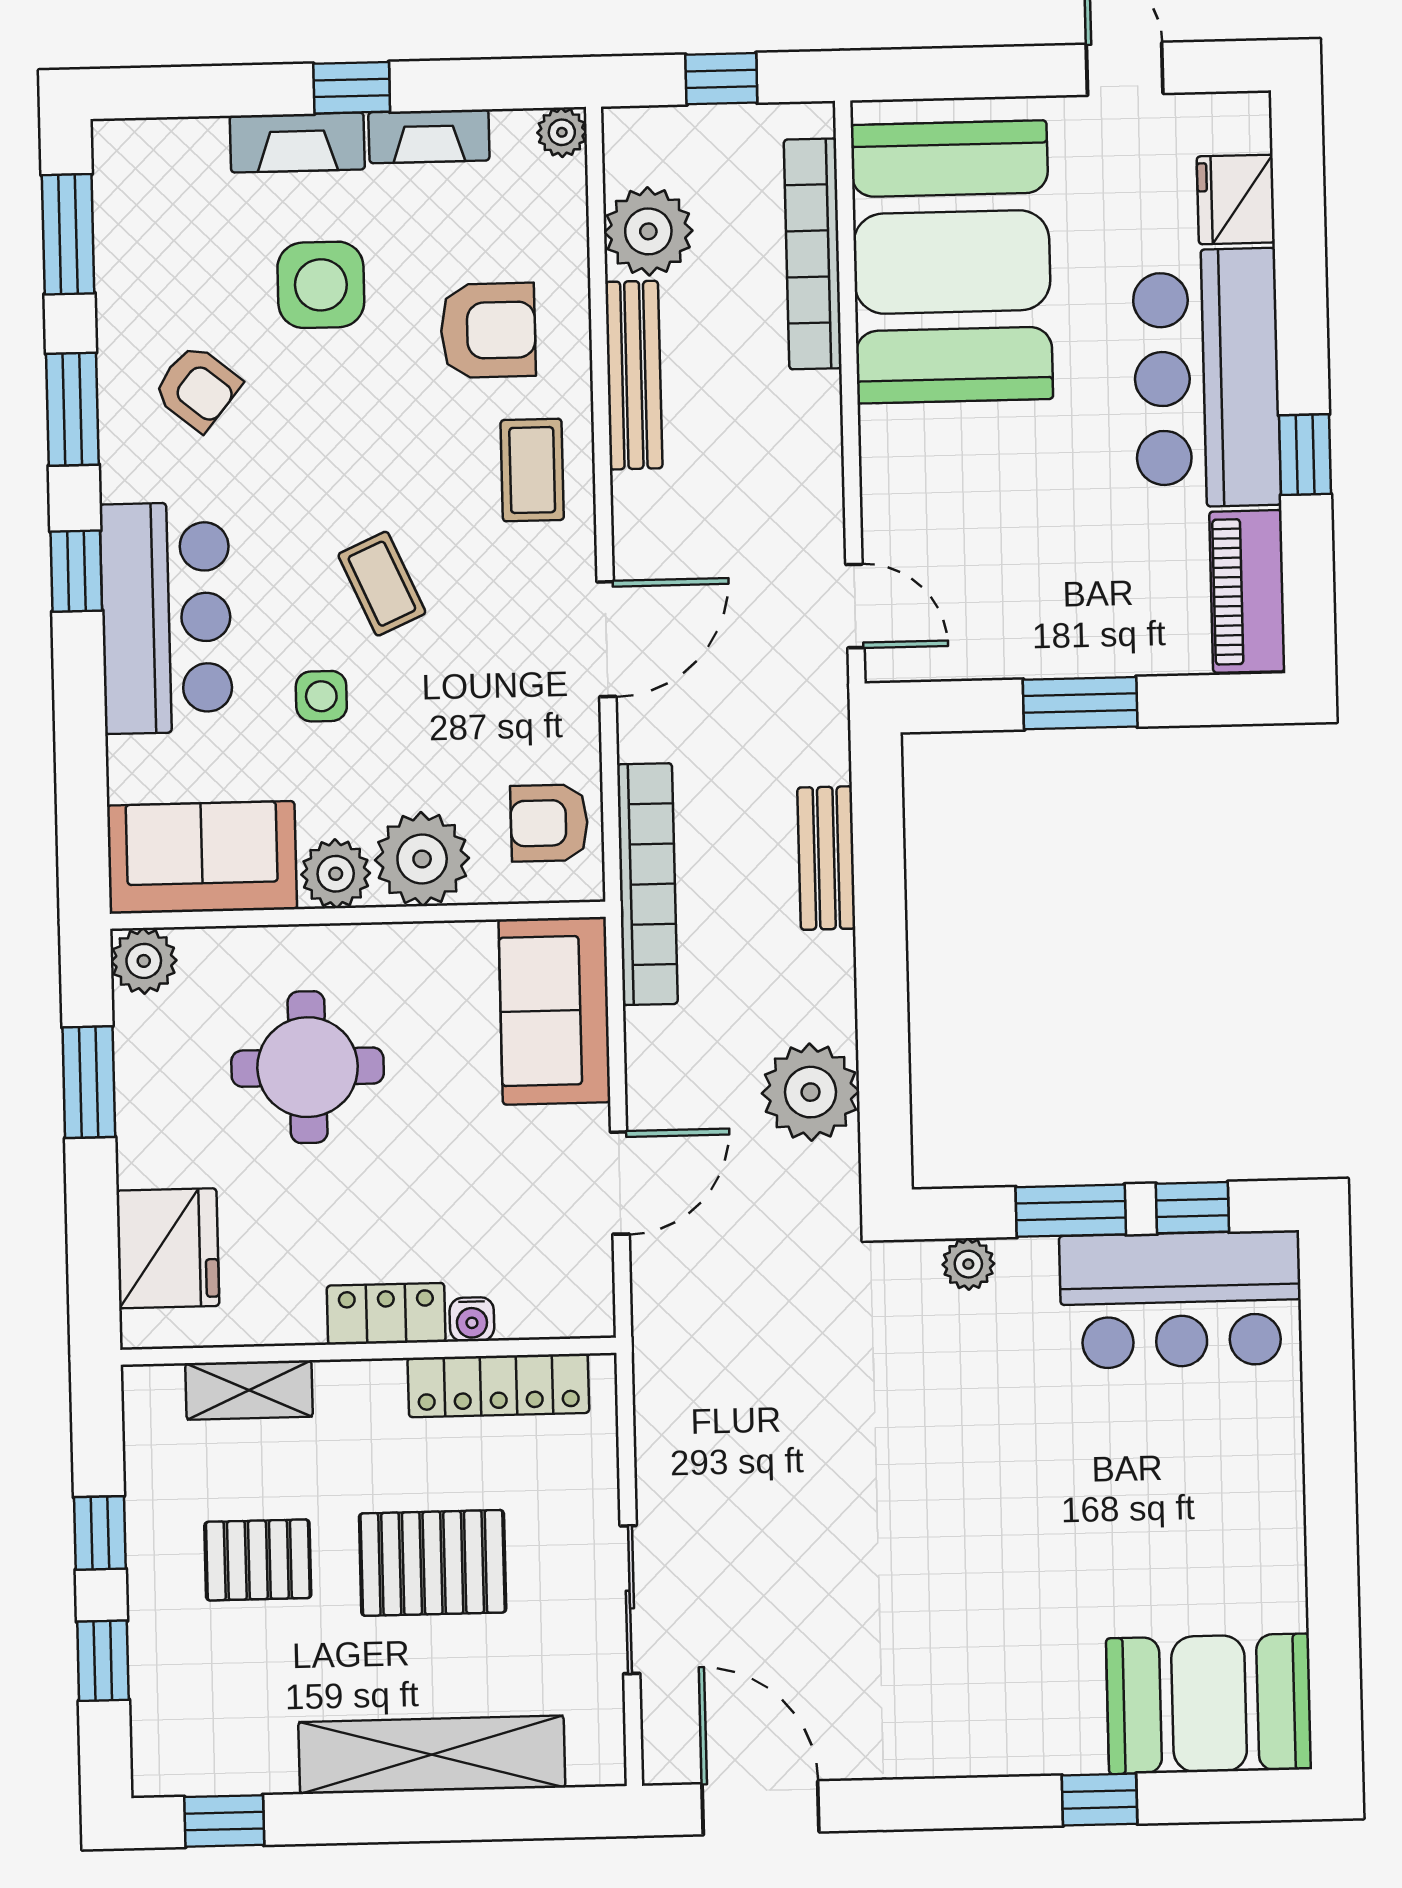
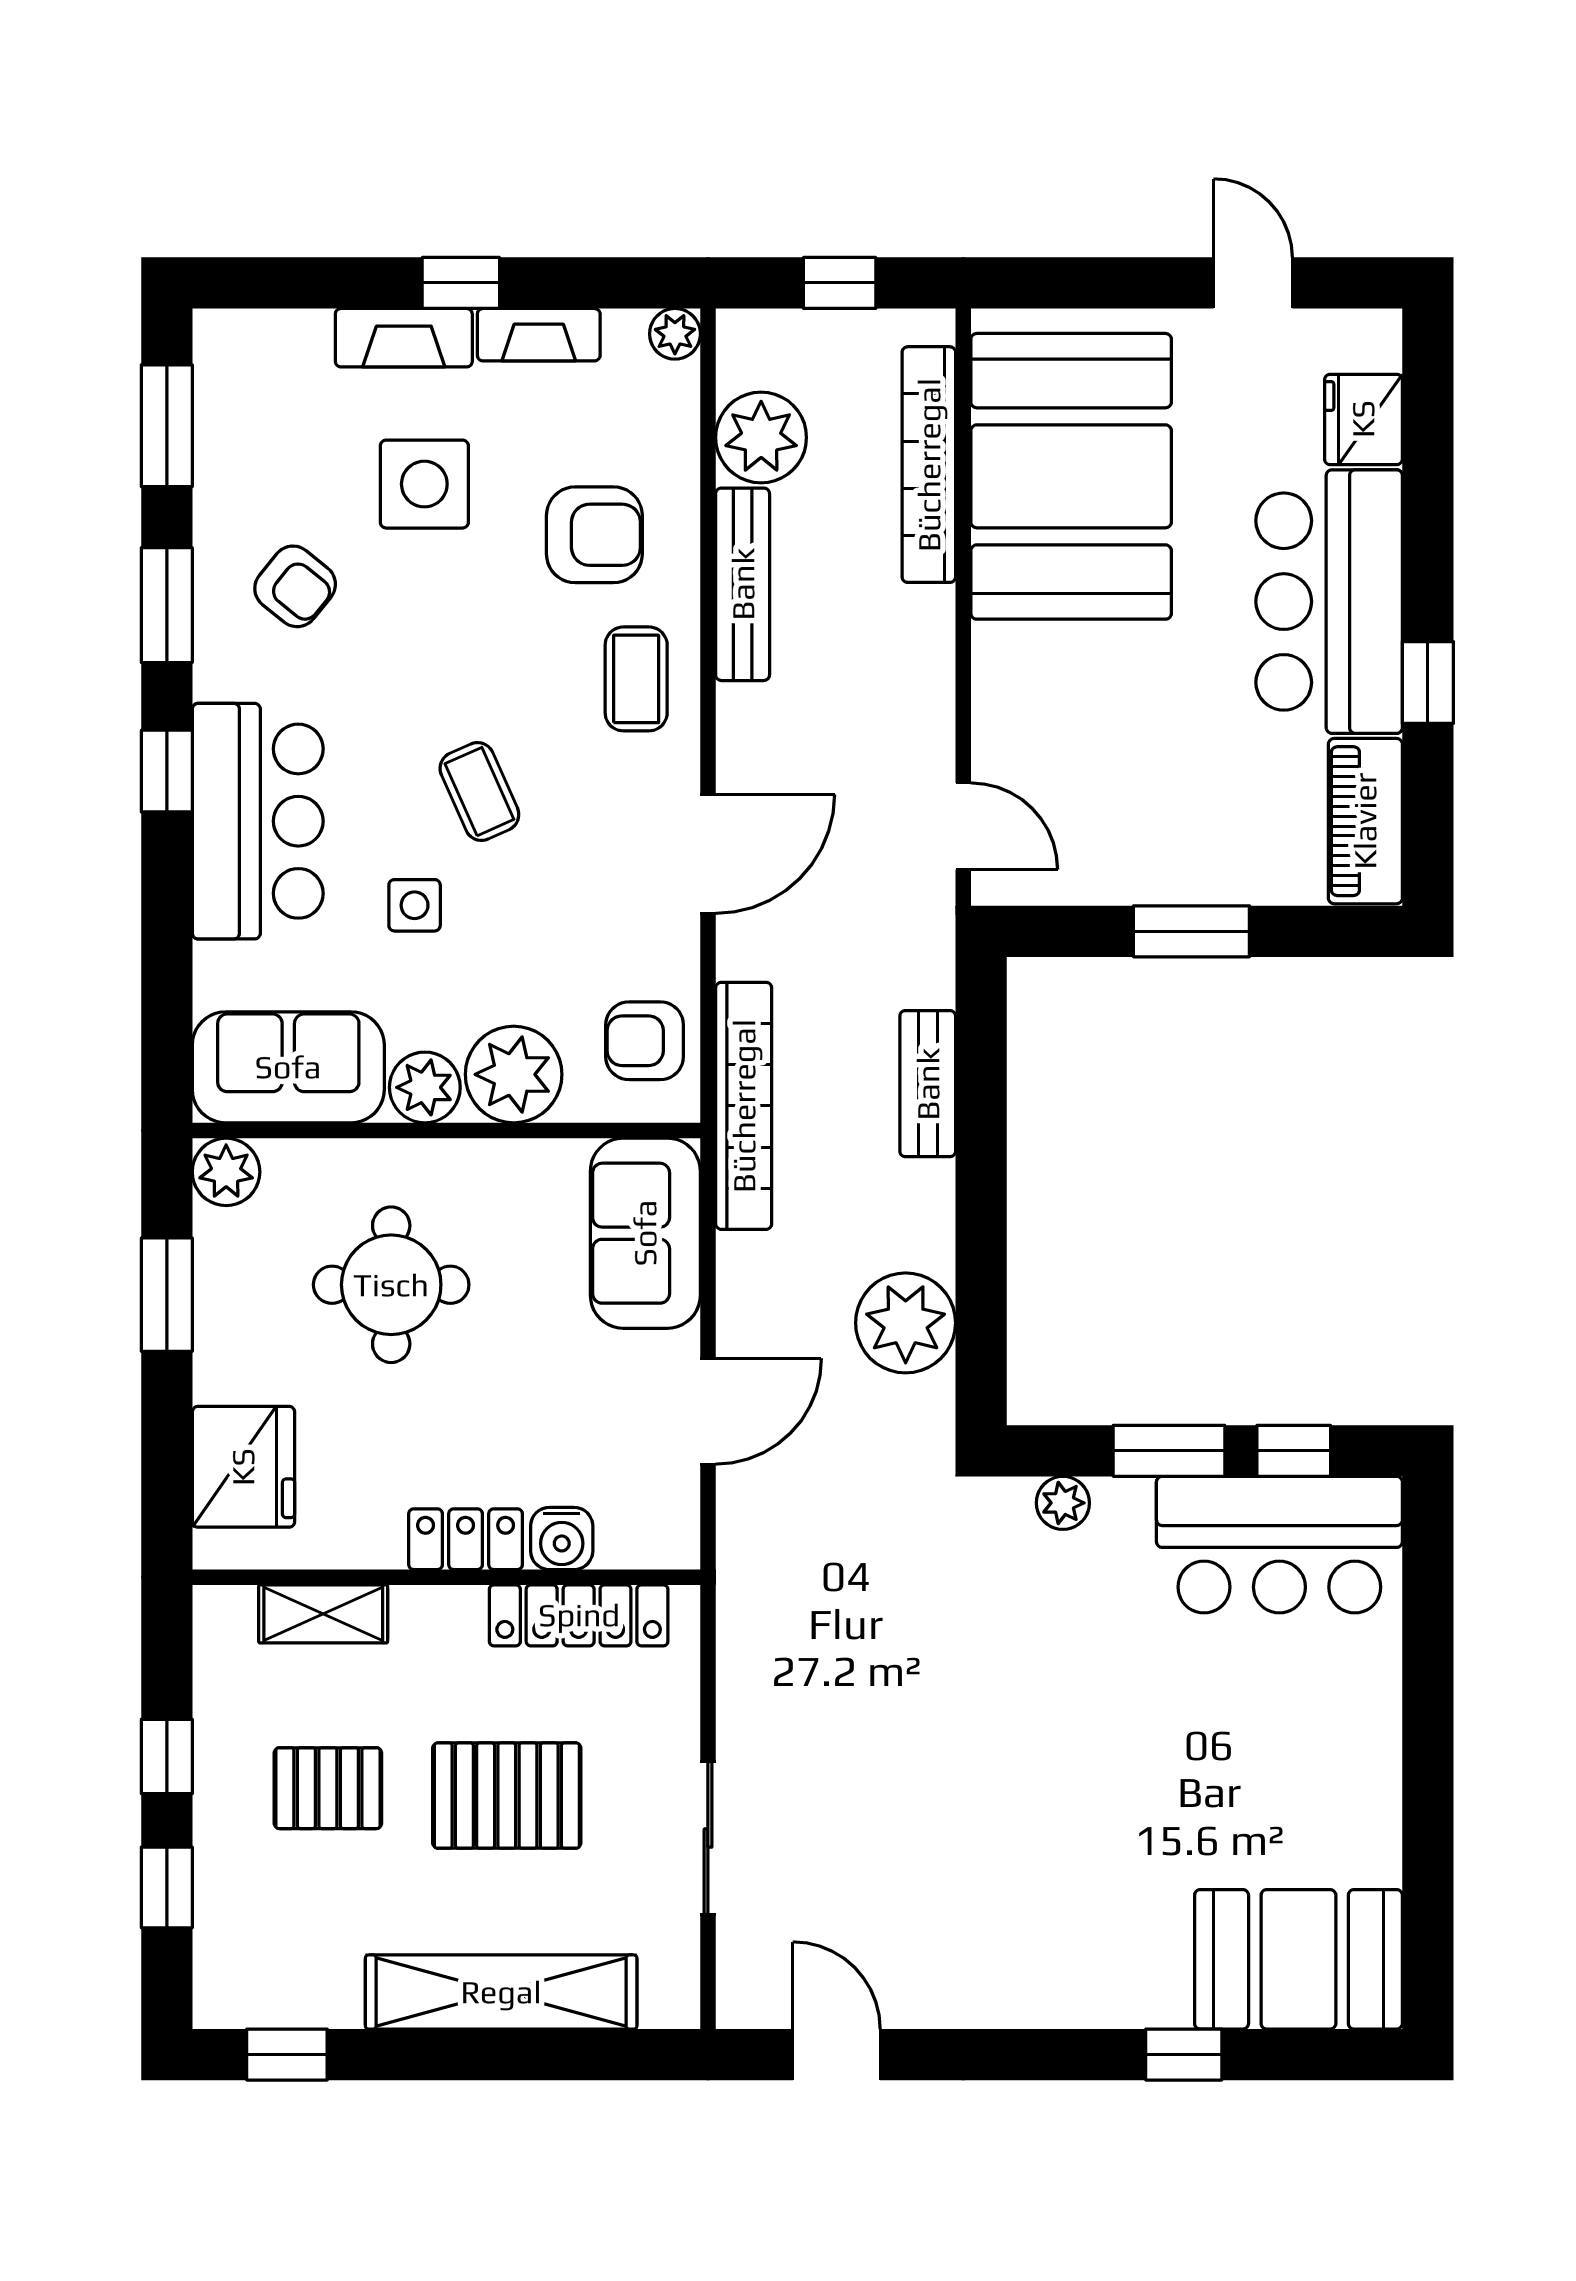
water cooler: (472, 1319) -> (562, 1538), width x1.38, depth x1.38
door: (761, 1808) -> (836, 2055), width x0.73

